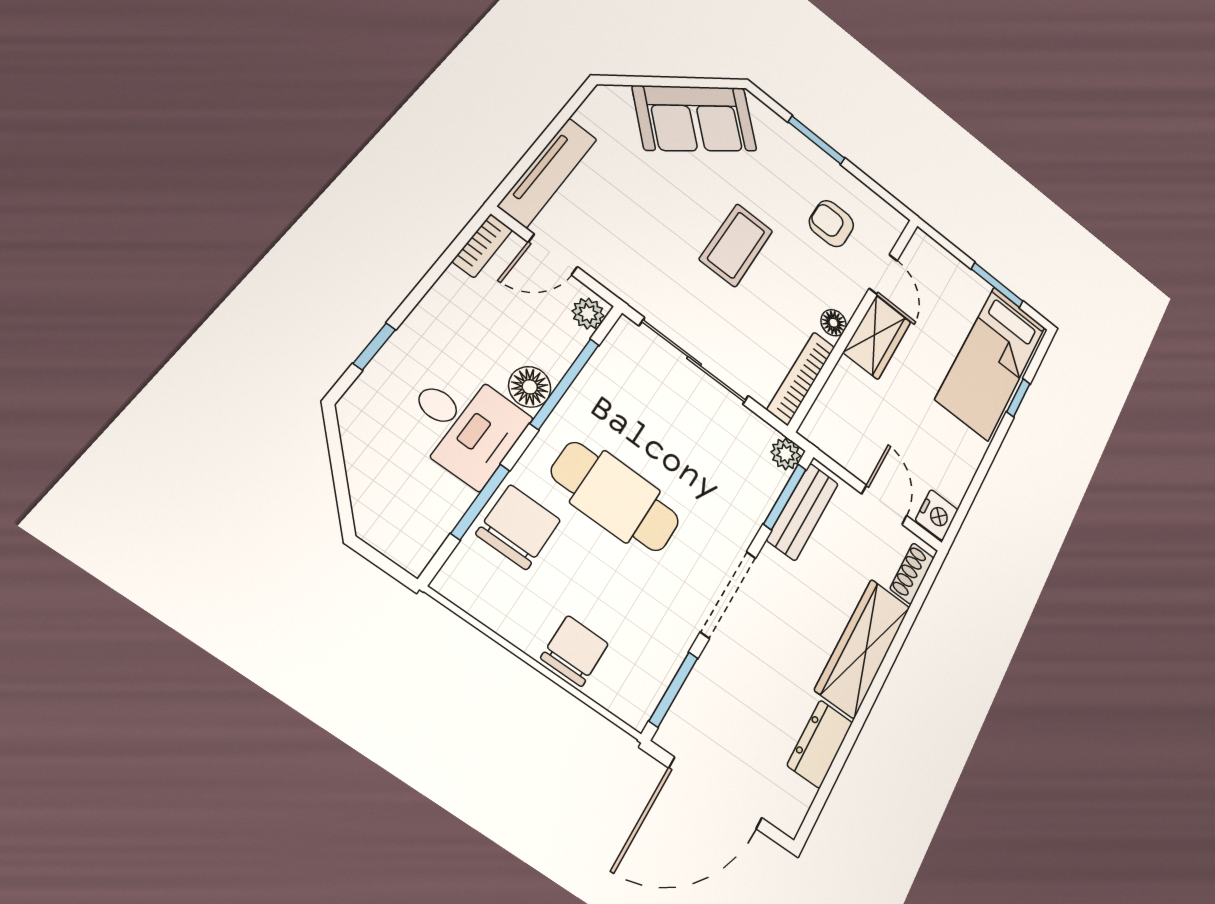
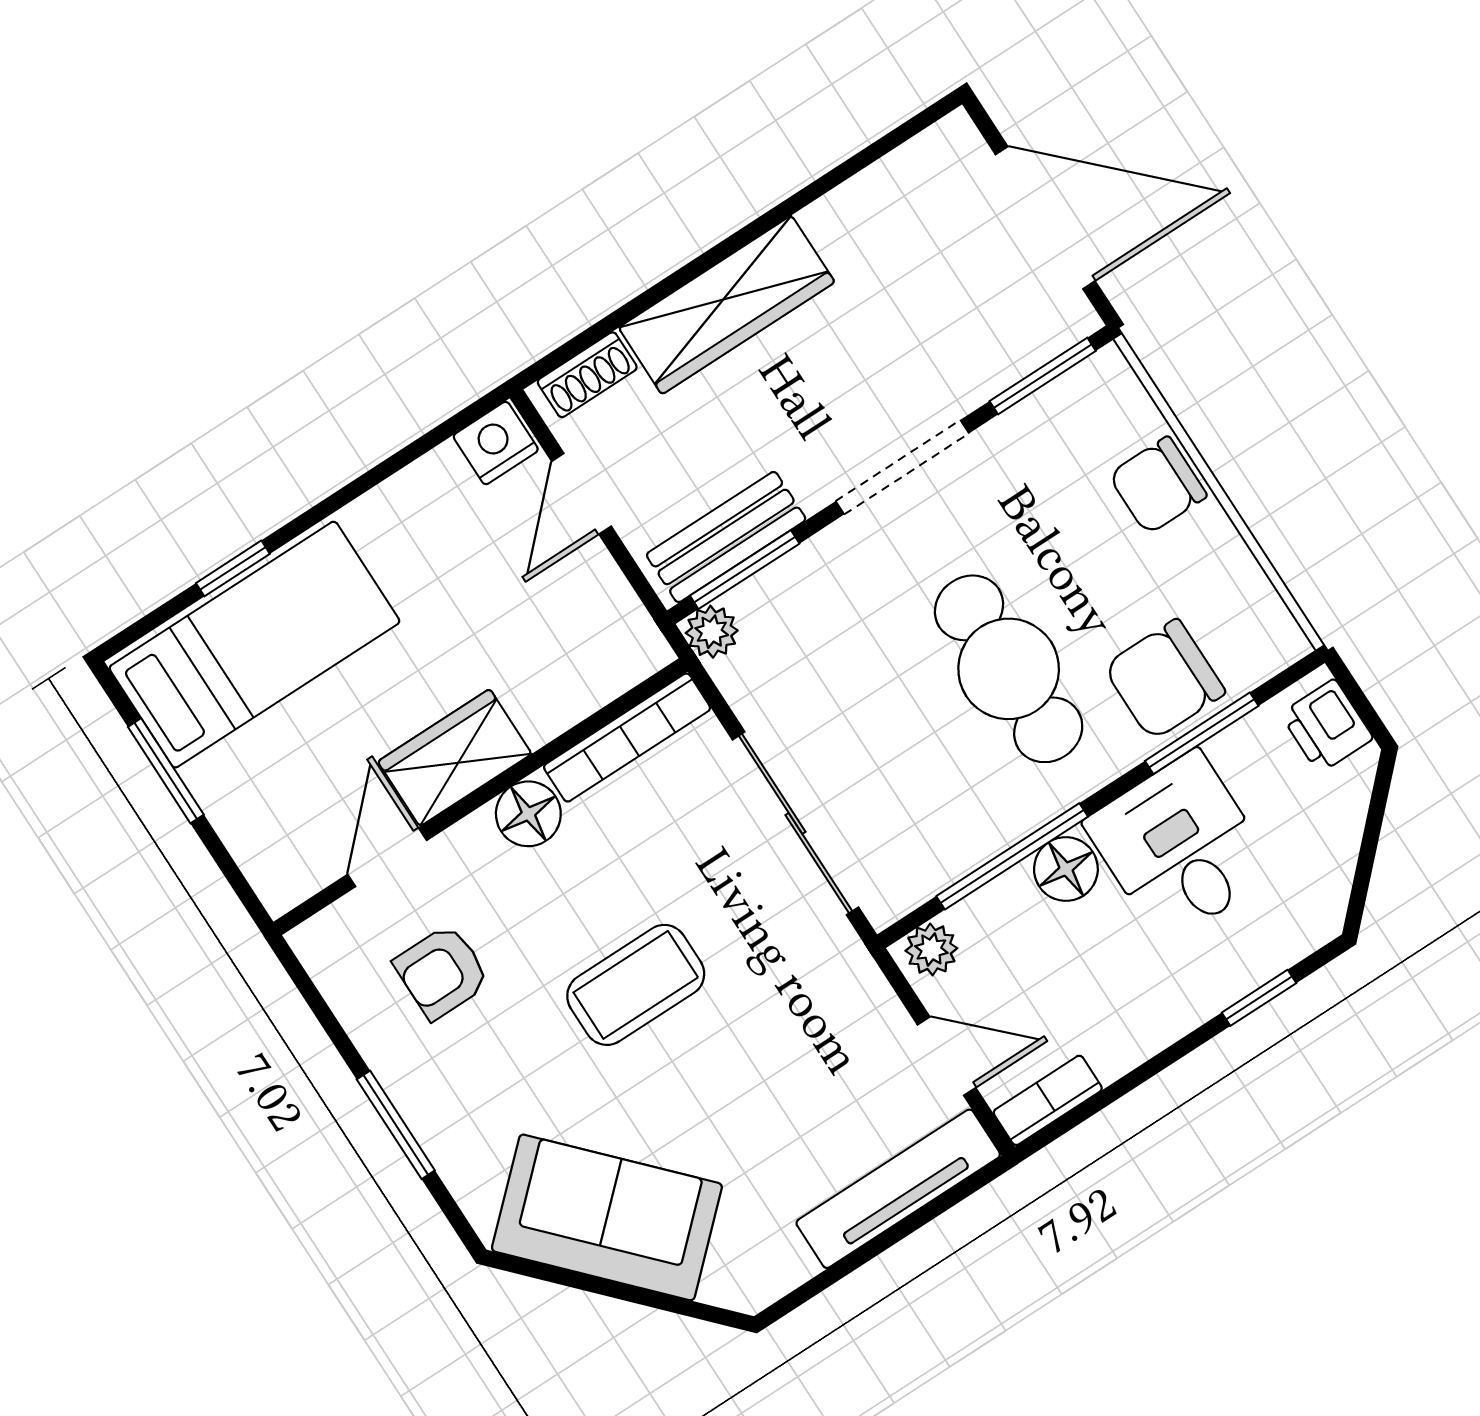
armchair: (831, 224) -> (442, 972), turned 90
floor lamp: (834, 323) -> (528, 814), width x1.37, depth x1.37
printer: (399, 538) -> (1327, 726), added
dresser: (820, 744) -> (861, 208), removed

